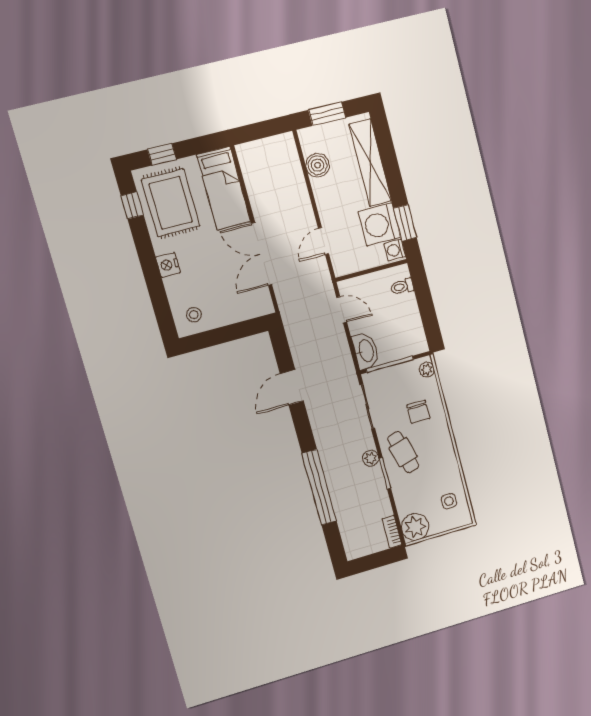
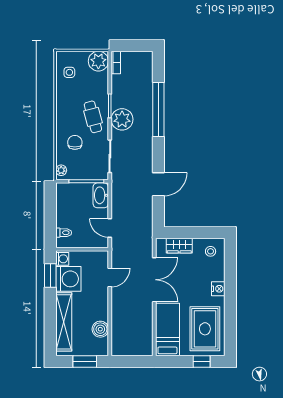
window: (132, 205) -> (230, 333), removed
wardrobe: (240, 311) -> (179, 246), added
plant: (371, 458) -> (122, 119), width x1.88, depth x1.88

